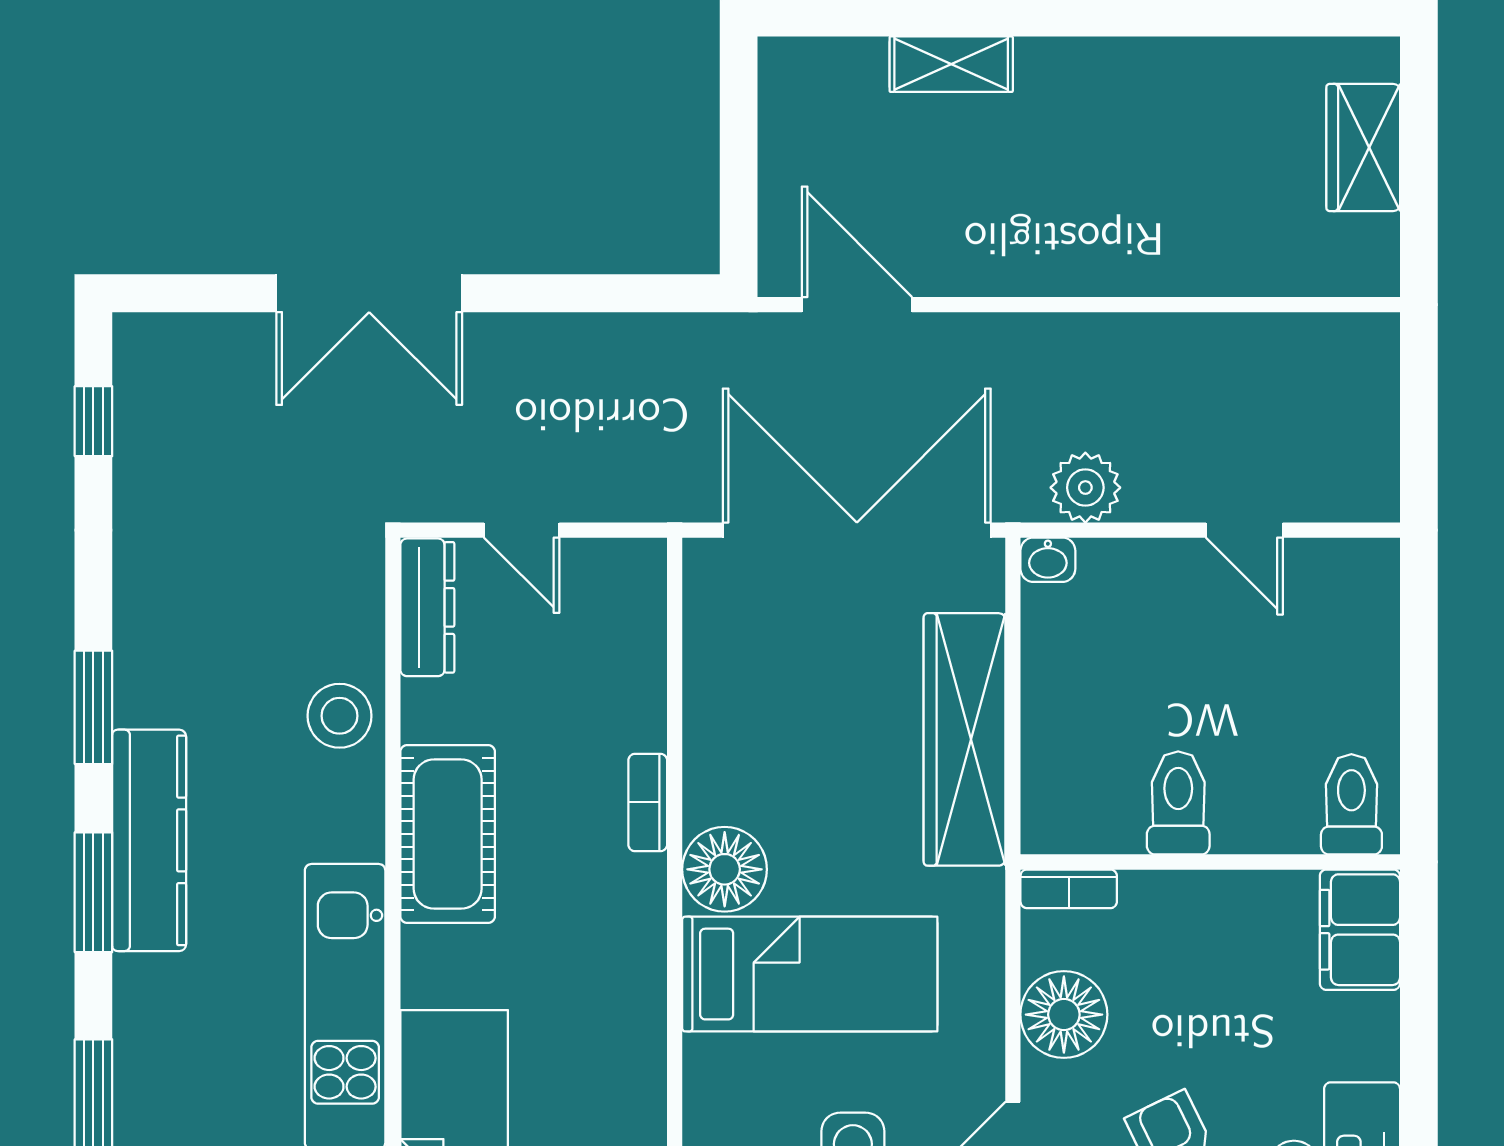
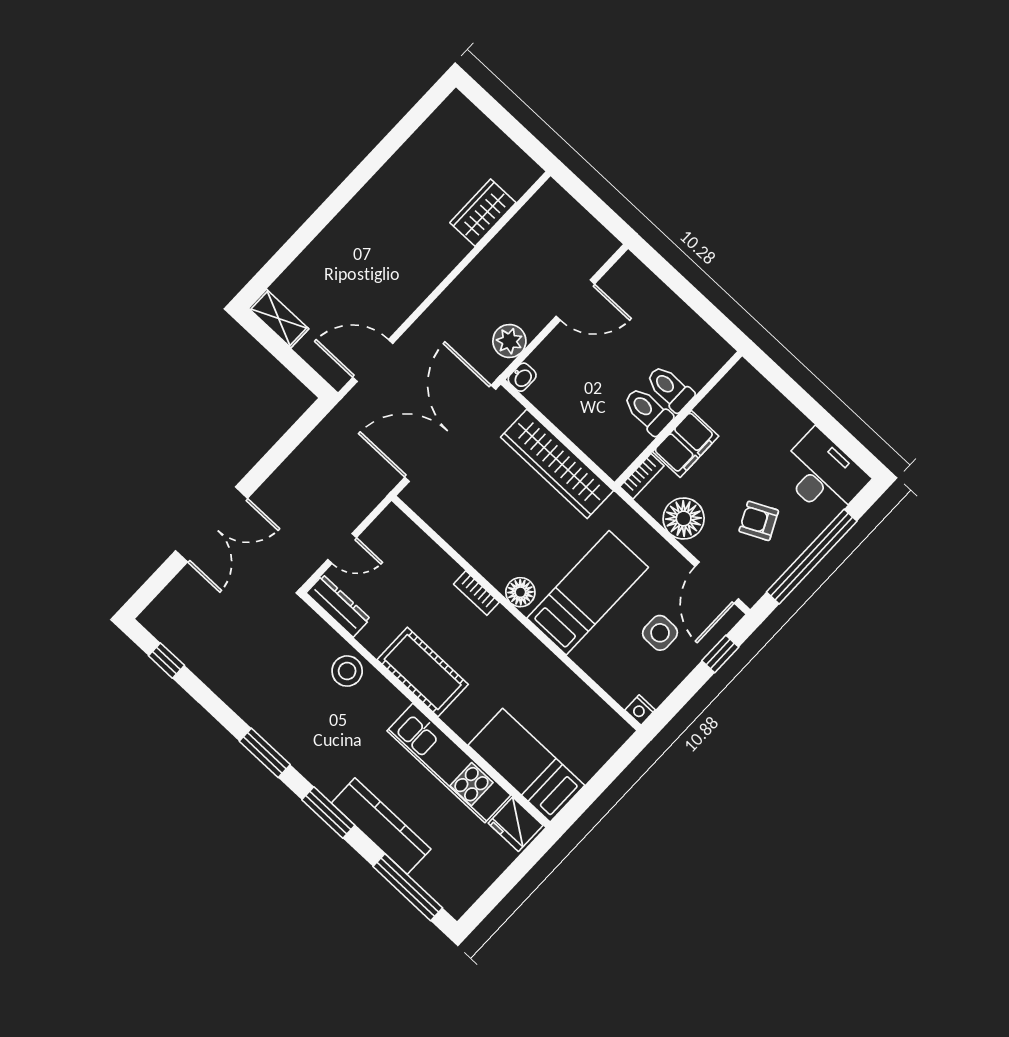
shelving: (951, 64) -> (279, 319), moved, turned 90
wardrobe: (1363, 147) -> (483, 213), moved, turned 90
door: (1244, 530) -> (575, 300), width x1.38
toilet: (1351, 804) -> (670, 388), moved
kitchen counter: (149, 840) -> (381, 826), moved
floor lamp: (725, 869) -> (520, 592), width x0.73, depth x0.73
filing cabinet: (1360, 930) -> (686, 444), moved, turned -90

